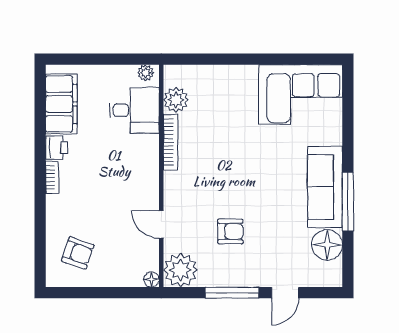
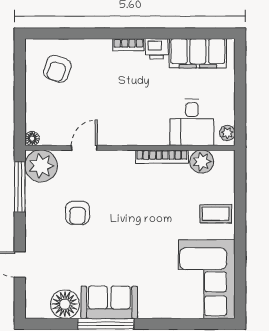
coffee table: (231, 85) -> (216, 214), added
sofa: (325, 187) -> (109, 302), width x0.73
window: (232, 293) -> (20, 187), moved

